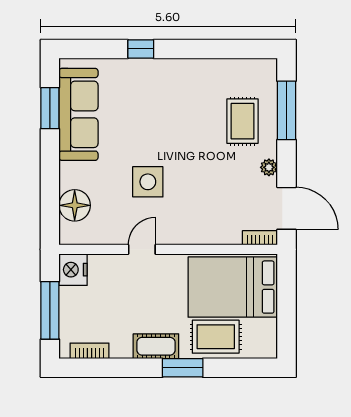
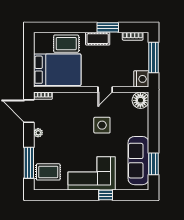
corner sofa: (168, 90) -> (92, 173), added
rug: (242, 121) -> (48, 172), moved, turned 90
floor lamp: (75, 205) -> (140, 100), moved
window: (183, 368) -> (108, 27), moved

